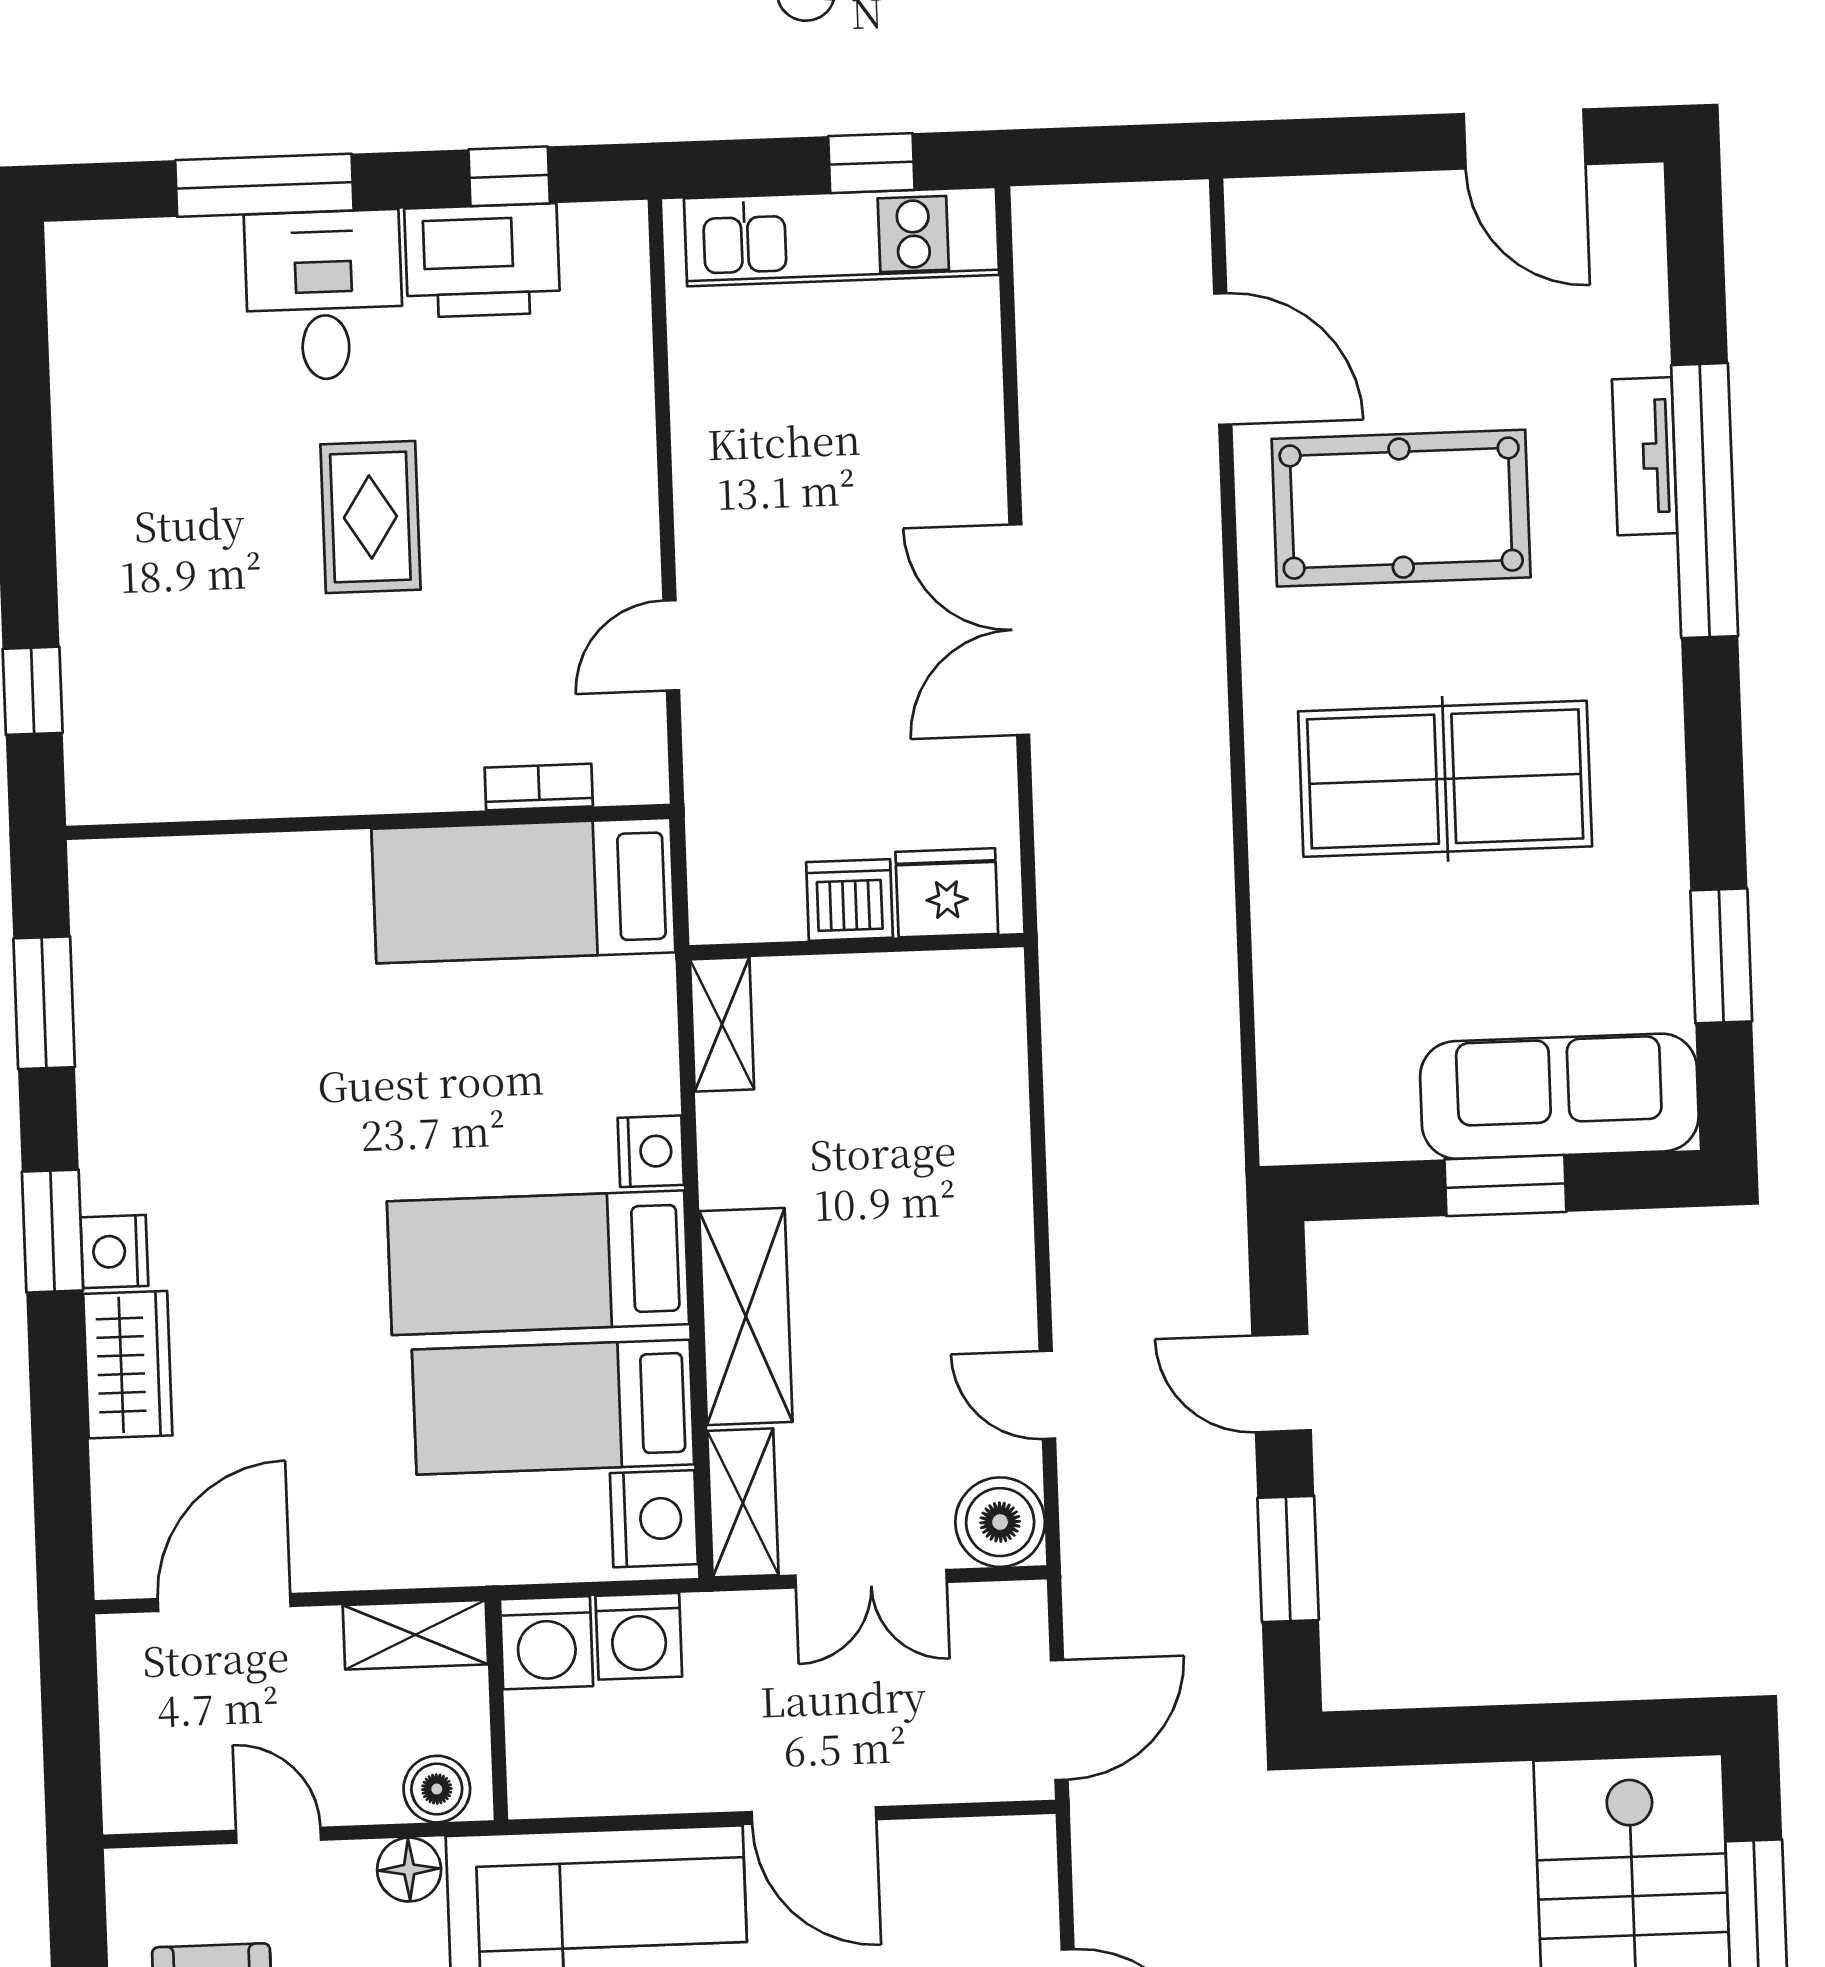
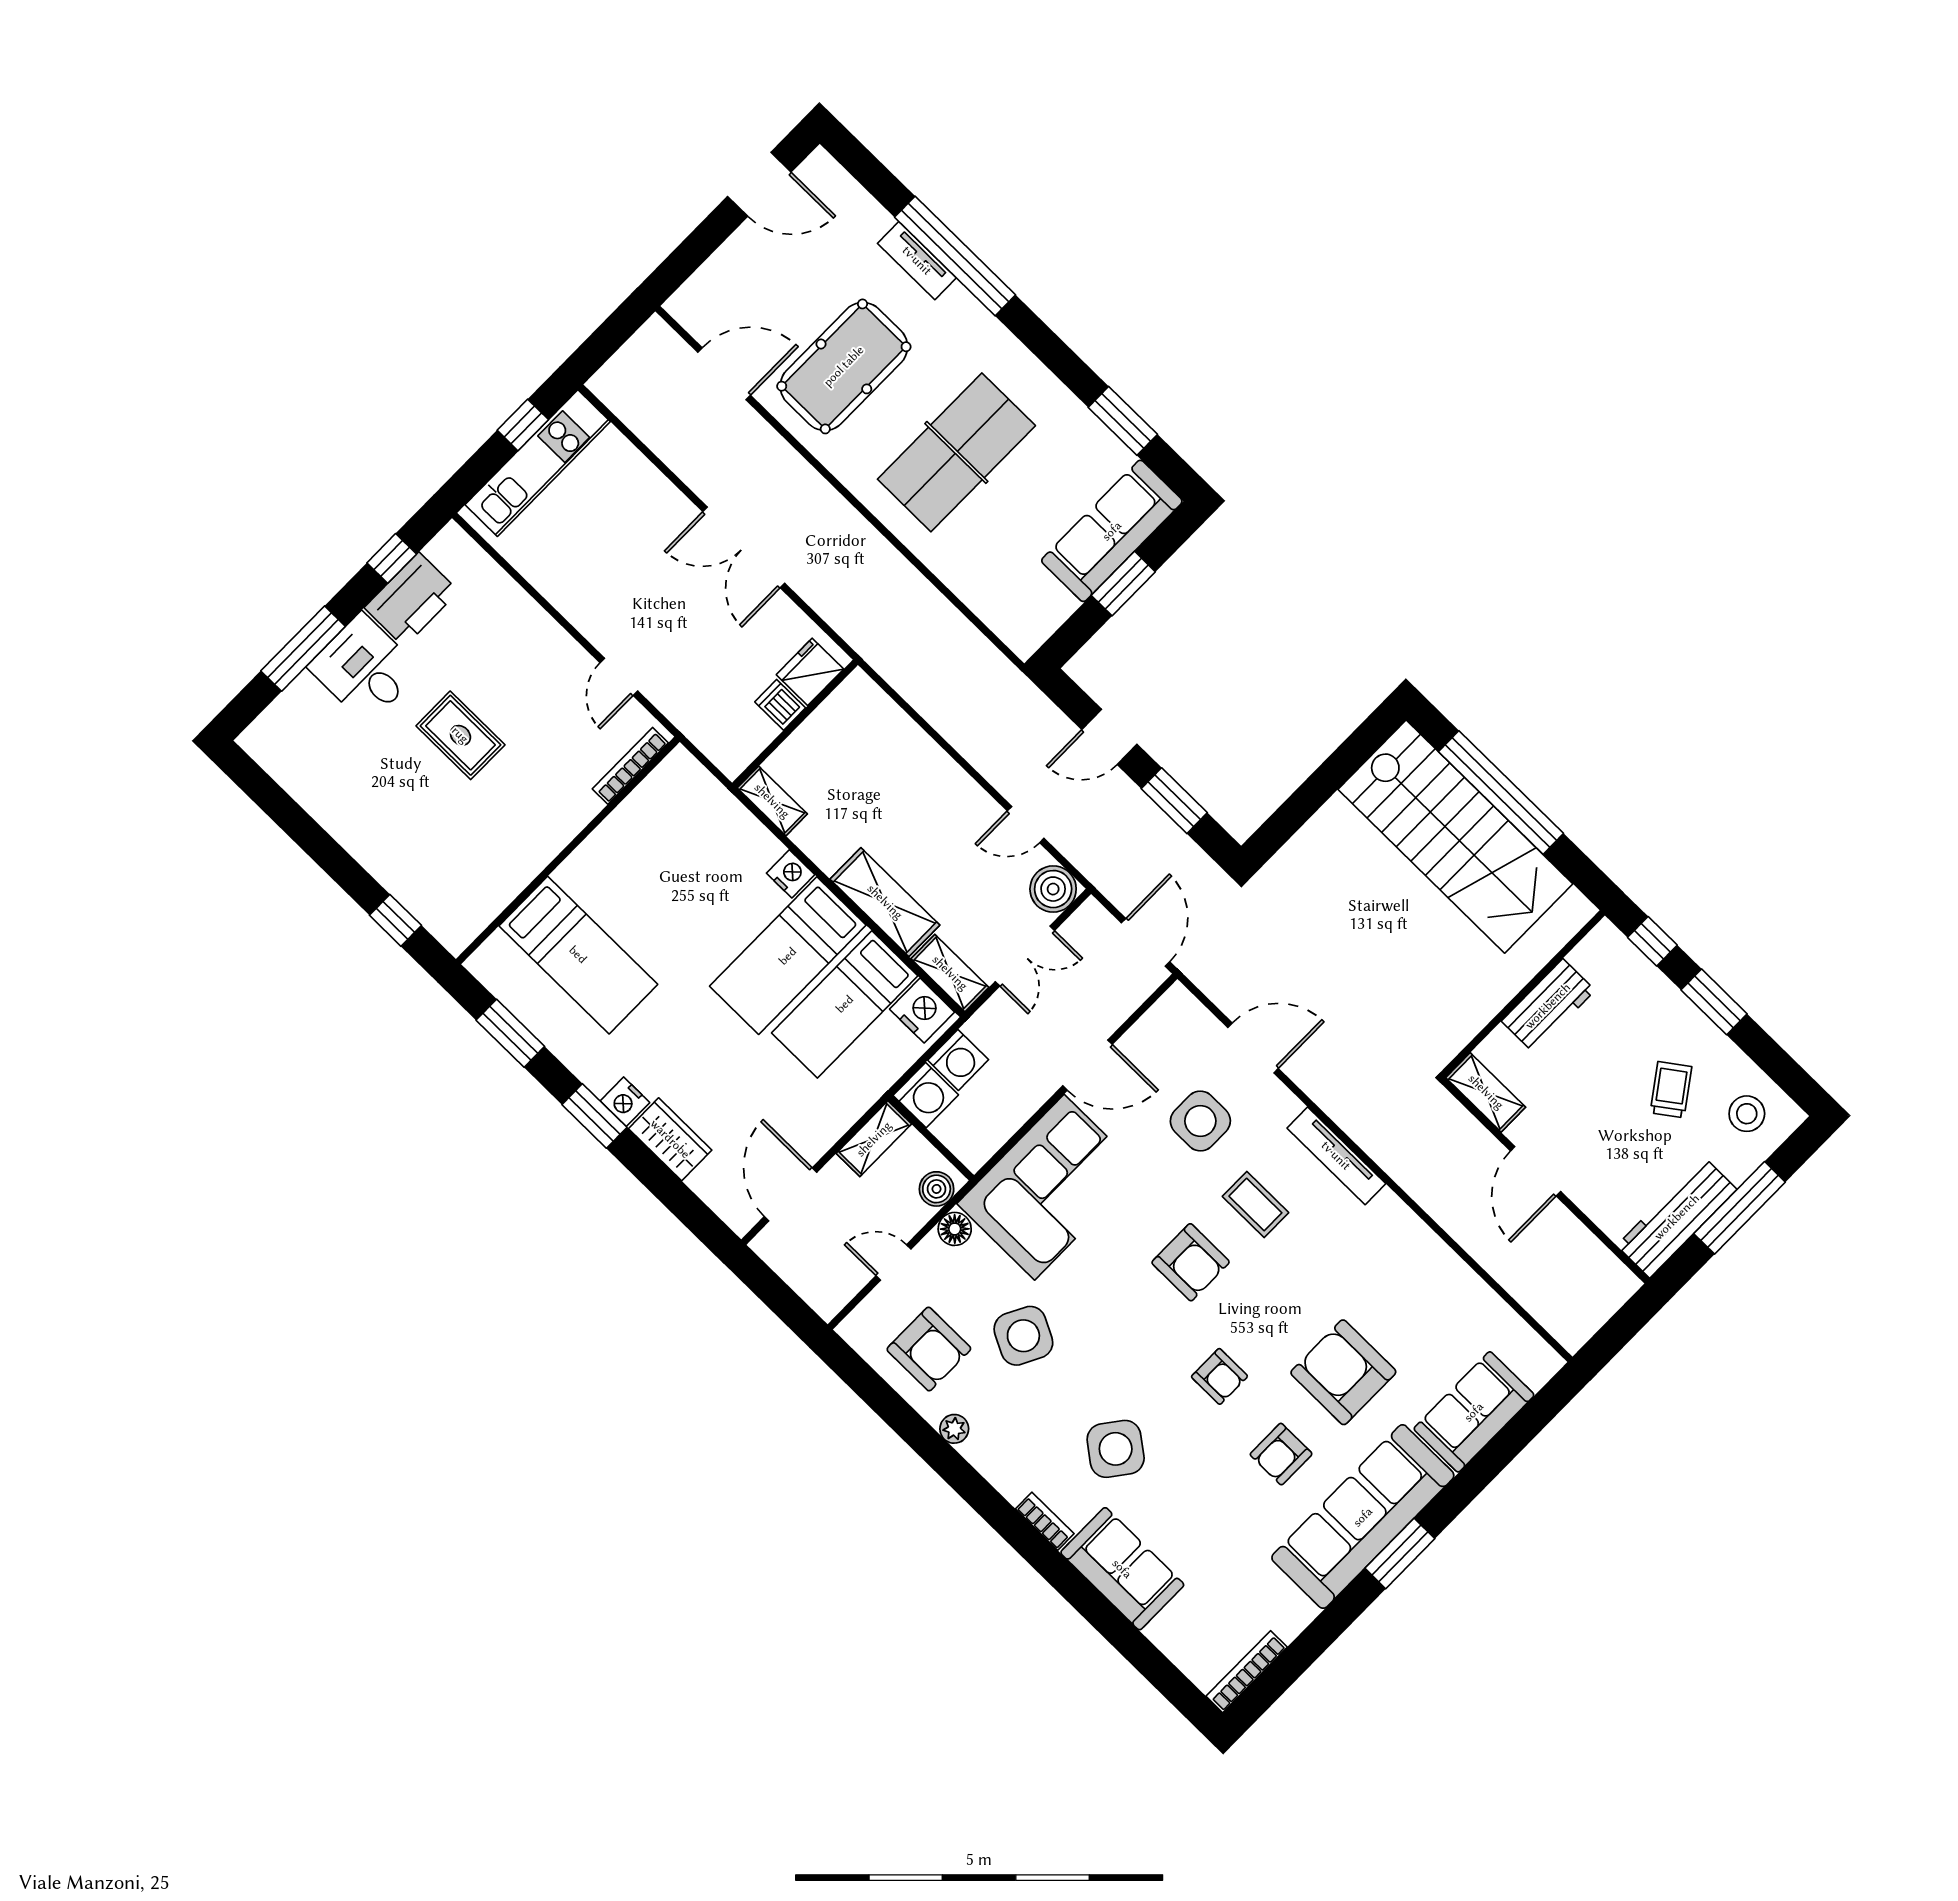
bookcase: (539, 787) -> (630, 766), width x1.56
bed: (523, 891) -> (578, 955), moved, turned -90
dishwasher: (850, 900) -> (780, 705), width x0.73

